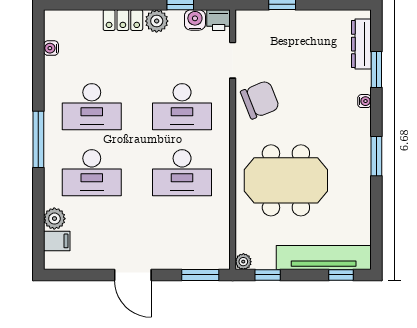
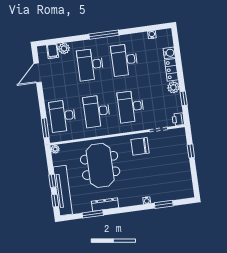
water cooler: (195, 20) -> (169, 53), moved
dresser: (361, 44) -> (105, 204), moved
chair: (260, 100) -> (140, 146), turned 112
window: (376, 156) -> (93, 214), moved
desk: (182, 239) -> (63, 116), added
door: (133, 275) -> (38, 73), moved
window: (268, 275) -> (52, 181), moved

